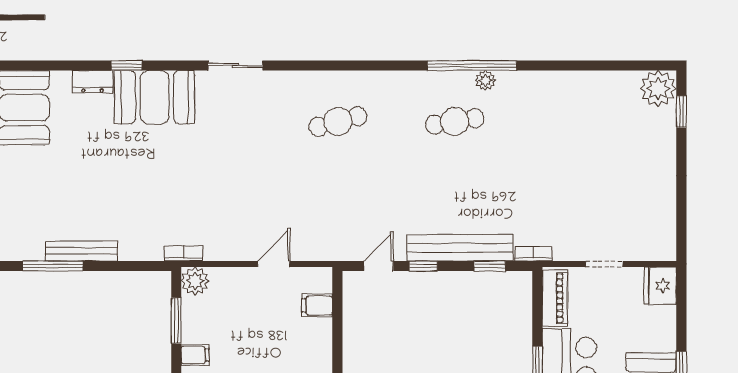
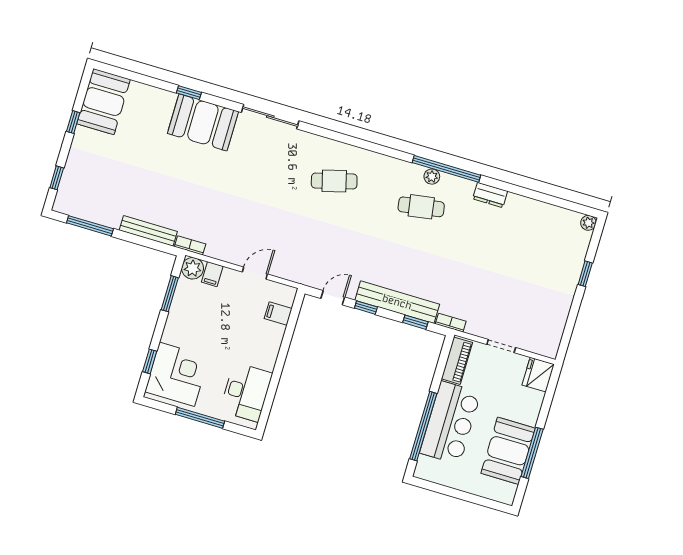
sliding door: (235, 65) -> (270, 117), width x1.37
plant: (485, 80) -> (432, 177), moved
dresser: (93, 82) -> (490, 195), moved
plant: (658, 89) -> (588, 223), width x0.53, depth x0.53
window: (681, 112) -> (585, 274), moved
bench: (82, 251) -> (148, 231), moved
filing cabinet: (195, 355) -> (212, 274), moved, turned 90

